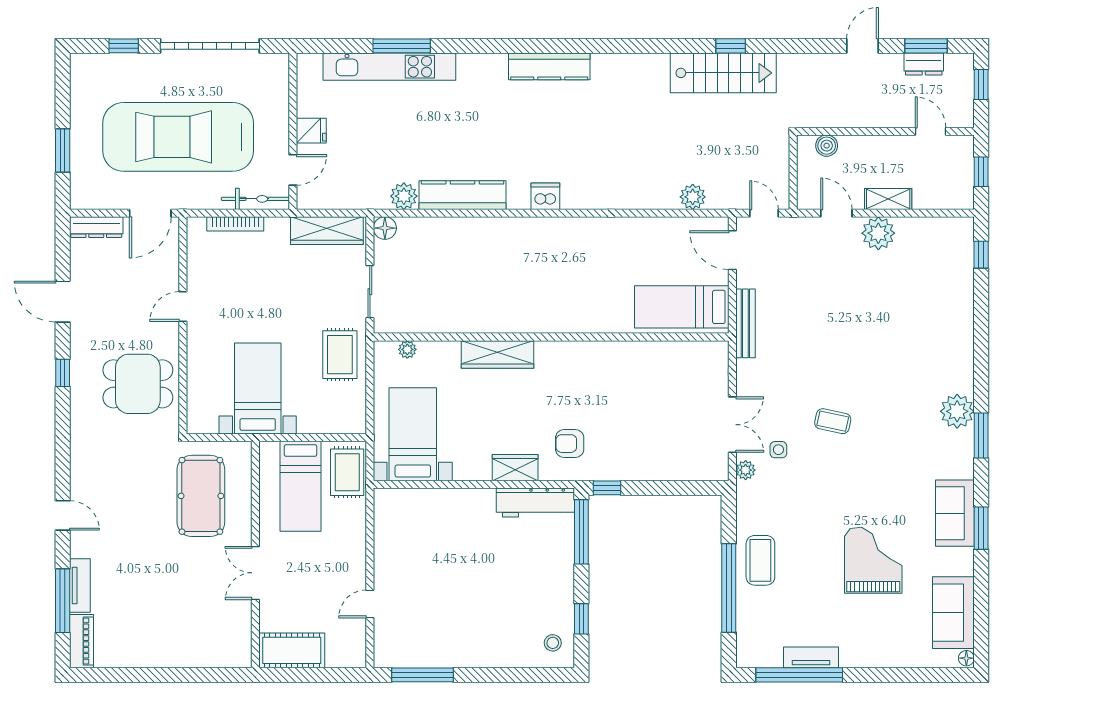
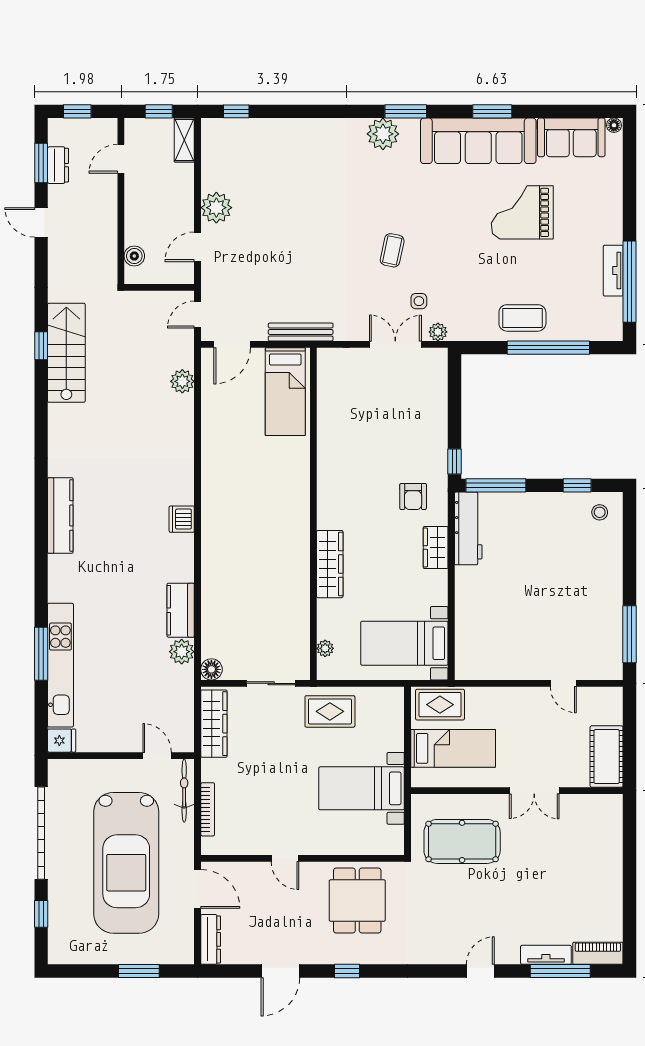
fridge: (311, 131) -> (62, 741), moved, turned 90
kitchen counter: (463, 195) -> (181, 610), width x0.67
shelving: (888, 199) -> (184, 140), moved
sofa: (955, 513) -> (478, 141), width x1.85, depth x1.27

